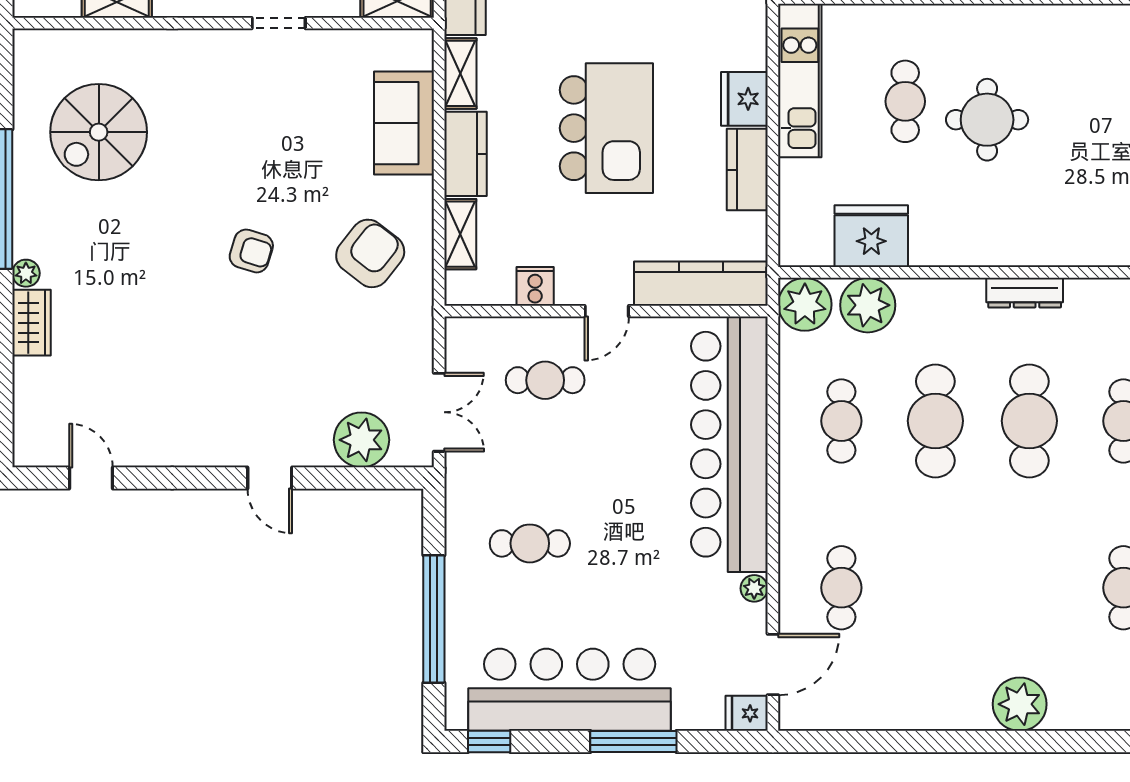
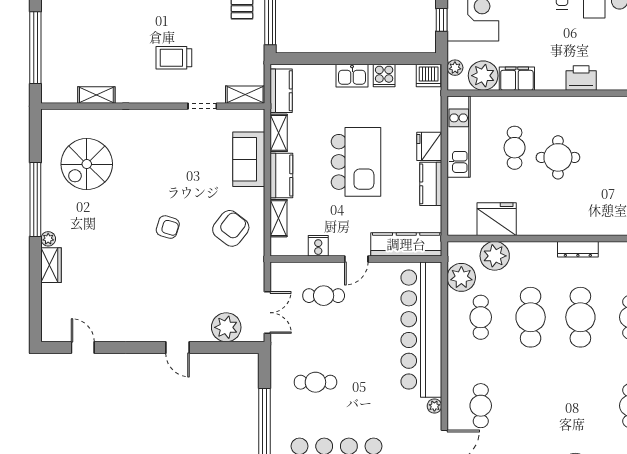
doorway: (279, 23) -> (202, 106), moved
plant: (805, 304) -> (461, 277), moved

